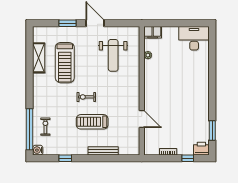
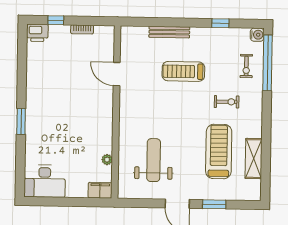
exercise bike: (86, 97) -> (227, 102), moved
treadmill: (92, 122) -> (183, 71), turned 180
window: (212, 130) -> (21, 121), moved

